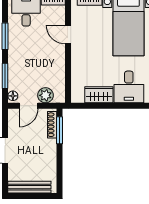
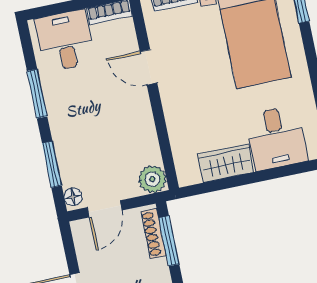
plant: (45, 95) -> (152, 179), moved

